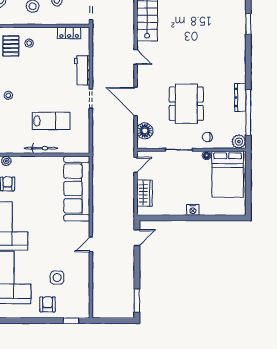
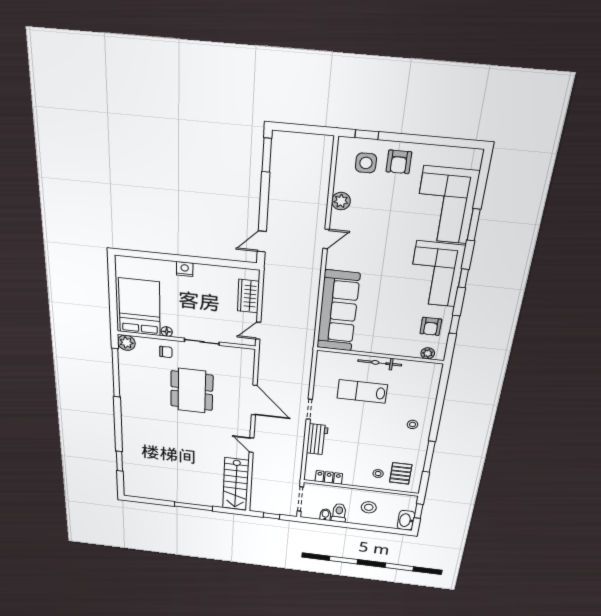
dresser: (240, 98) -> (126, 390), removed
floor lamp: (145, 131) -> (244, 368), removed
plant: (83, 273) -> (341, 201), added
side table: (57, 278) -> (366, 163), moved

